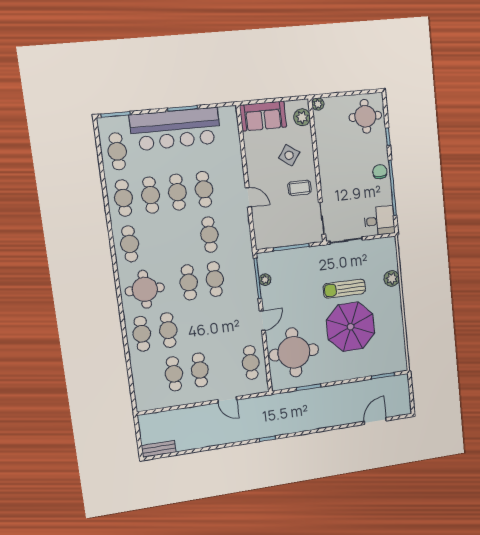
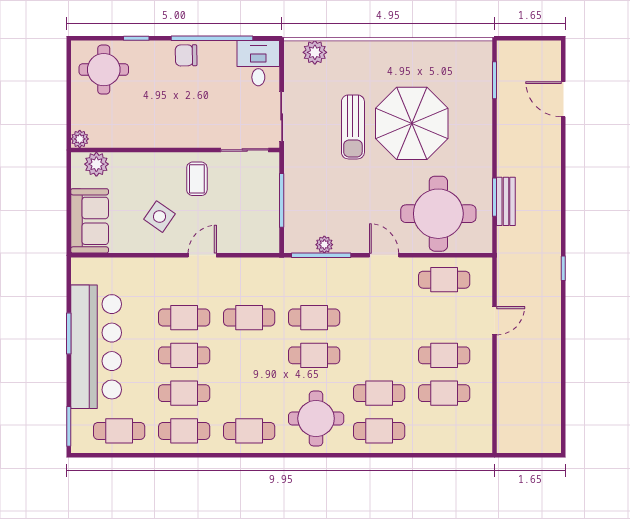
side table: (289, 155) -> (159, 217), moved
plant: (392, 278) -> (315, 52), moved
bench: (159, 449) -> (506, 201), moved

